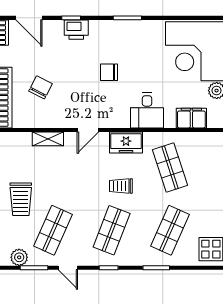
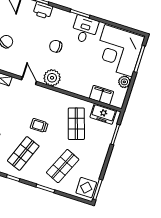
desk: (147, 110) -> (85, 30), moved, turned 180
plant: (118, 116) -> (52, 78), added
door: (88, 130) -> (29, 81), swing flipped
freezer: (126, 143) -> (103, 114), moved

